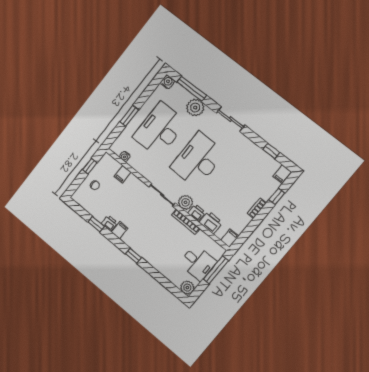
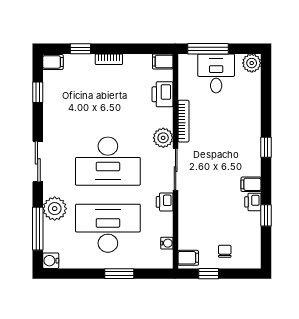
desk: (160, 130) -> (108, 228), turned 180
filing cabinet: (123, 174) -> (188, 258), moved
printer: (196, 213) -> (165, 202), moved

